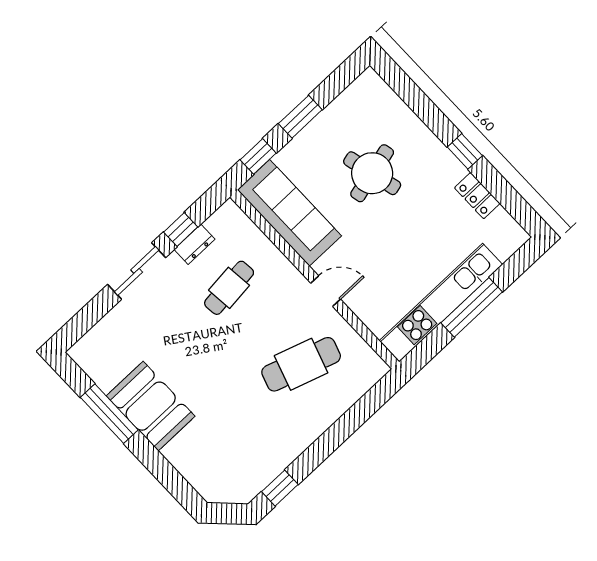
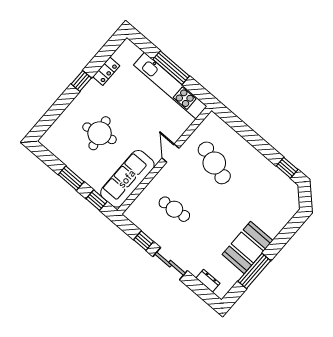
dresser: (194, 244) -> (208, 281), moved

